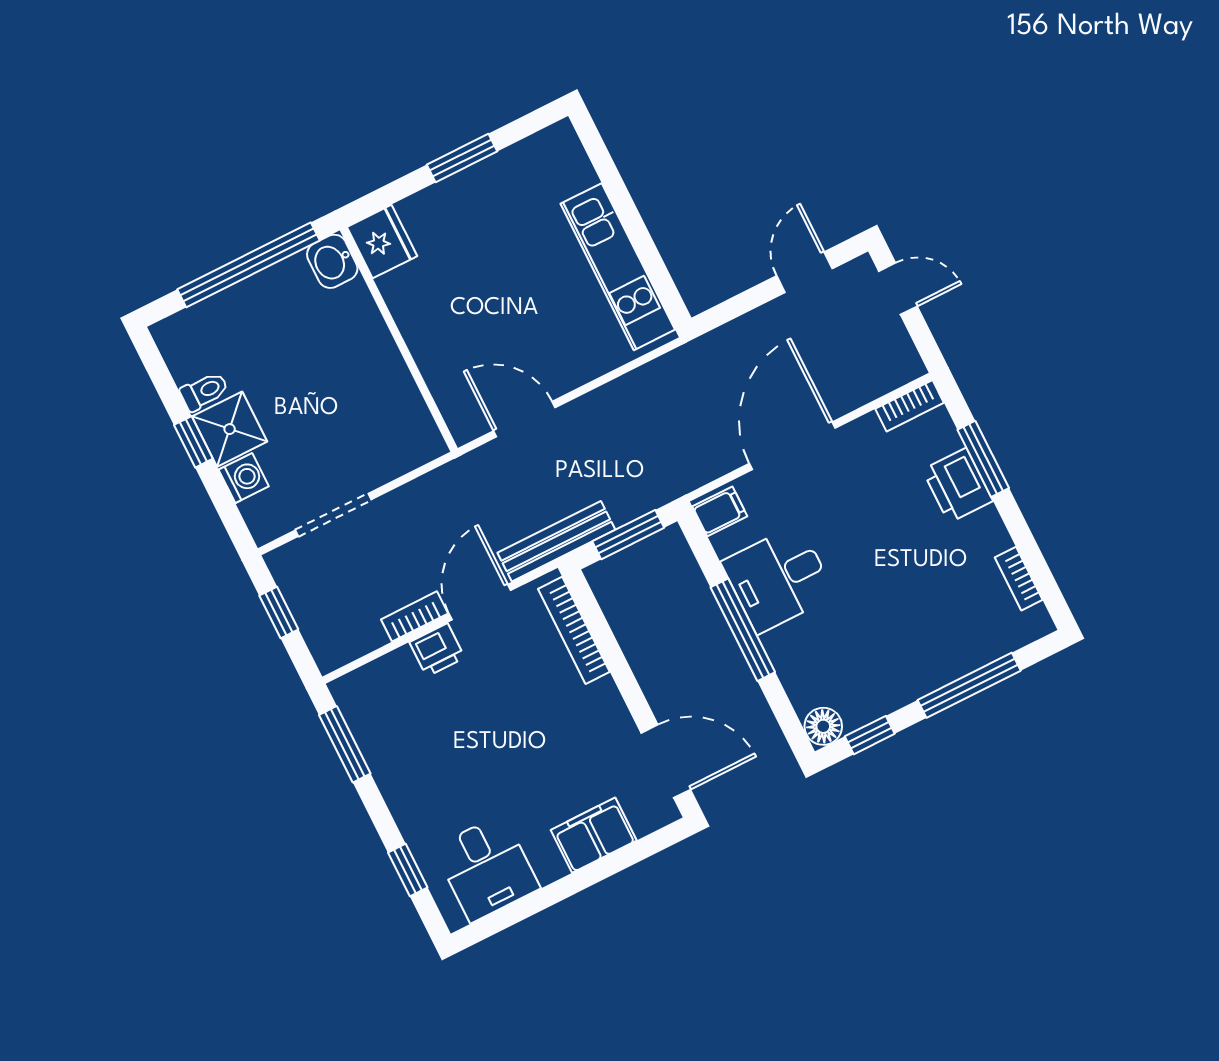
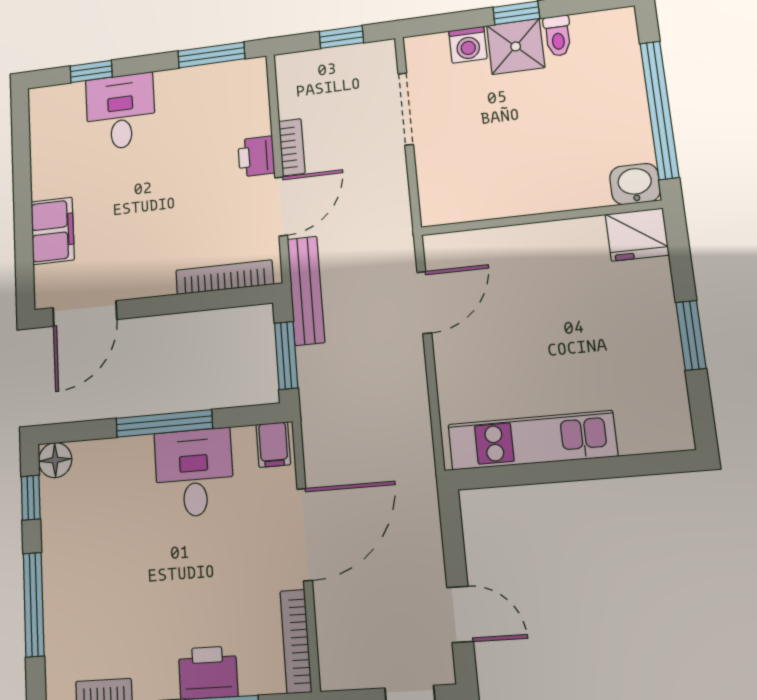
bookcase: (910, 406) -> (296, 641), width x1.56
door: (792, 446) -> (305, 534), hinge flipped
door: (480, 602) -> (281, 206), hinge flipped
desk: (487, 868) -> (120, 112), moved, turned 90

